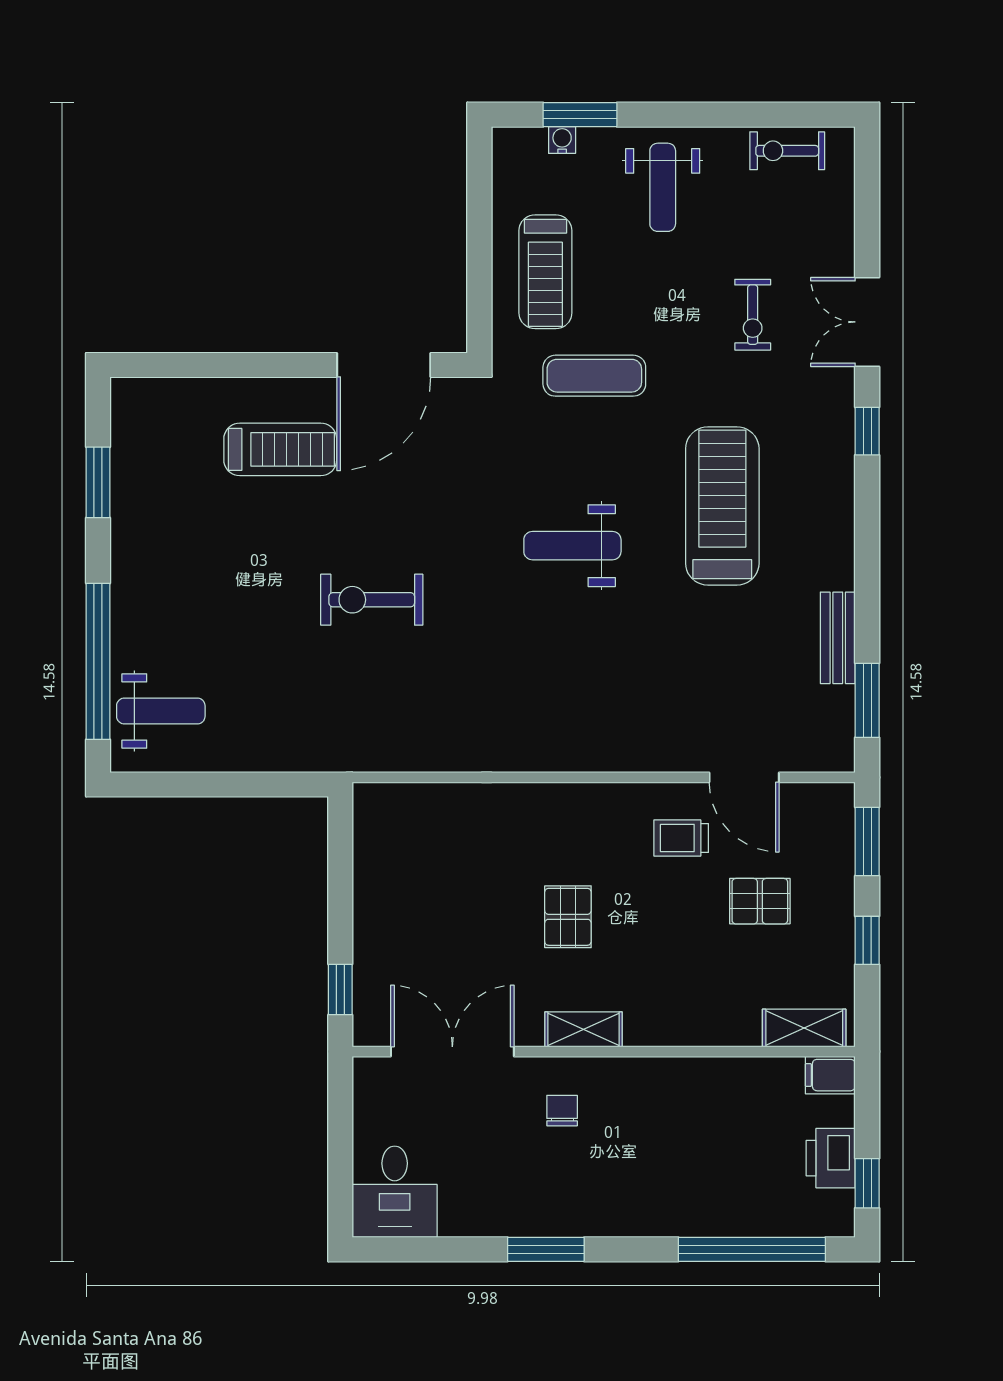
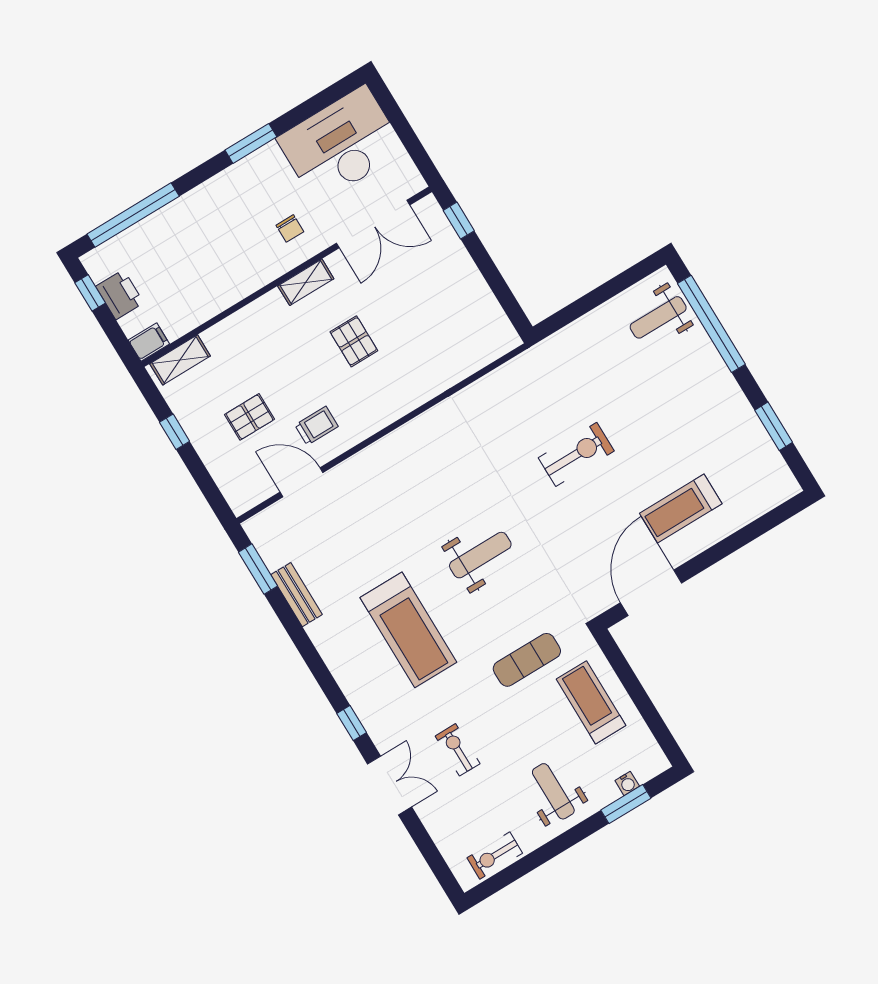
exercise bike: (787, 151) -> (495, 855), turned 180
window: (867, 841) -> (209, 488), removed
desk: (395, 1192) -> (341, 144), width x1.87, depth x1.30

